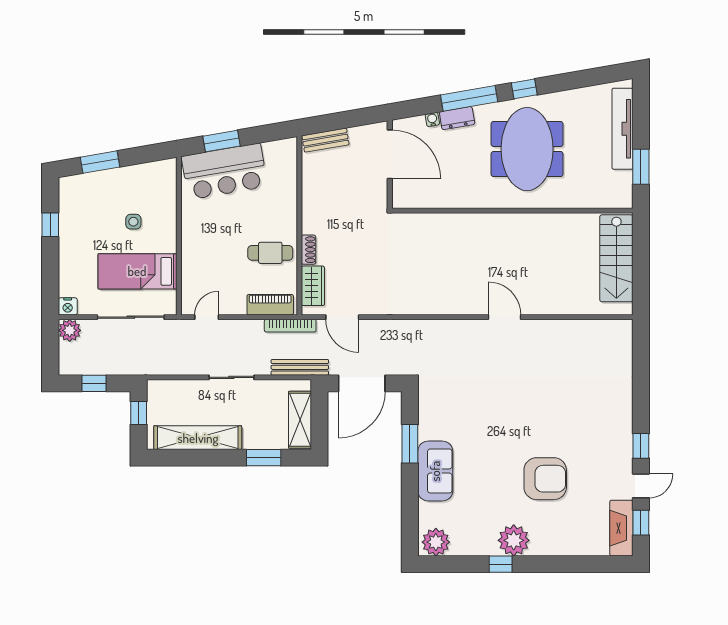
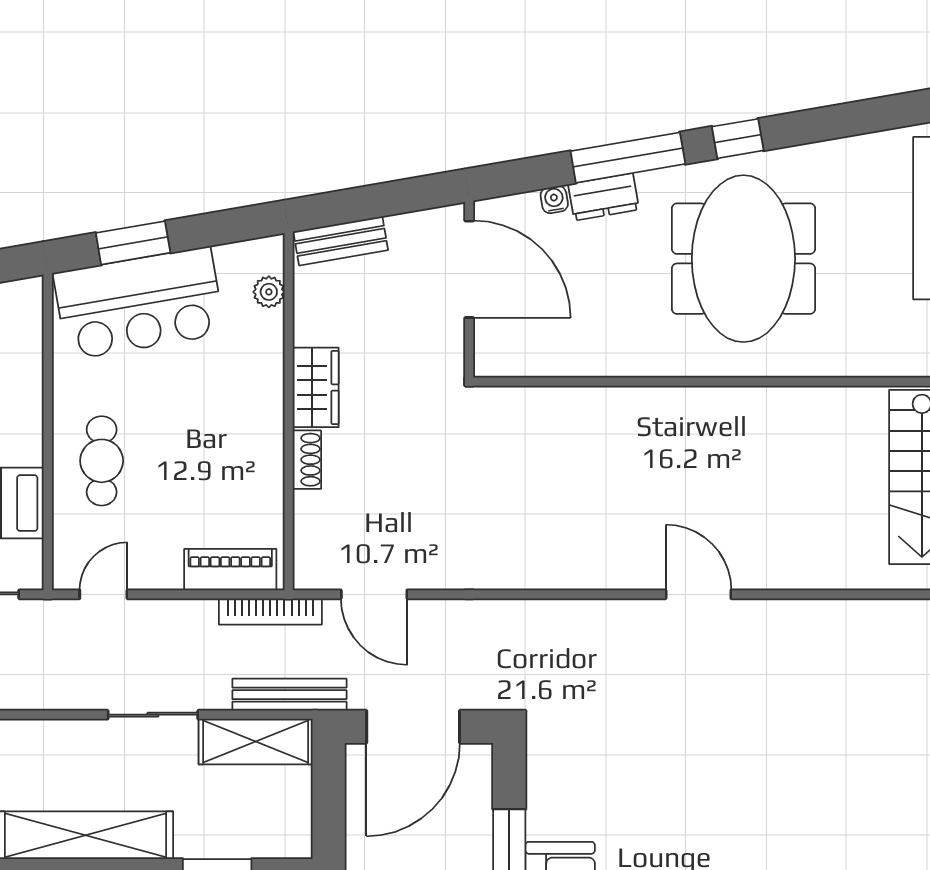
plant: (289, 166) -> (269, 292), added
cafe table: (270, 253) -> (102, 461), moved, turned 90
wardrobe: (313, 286) -> (316, 387), moved
shelving: (300, 420) -> (256, 741), moved, turned 90

